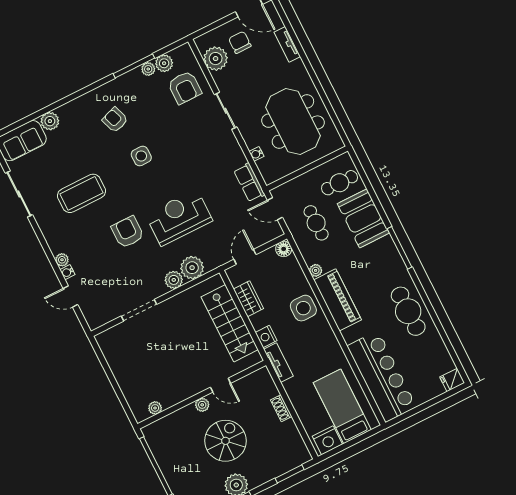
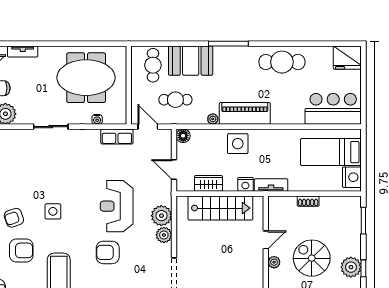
armchair: (185, 88) -> (21, 250), moved
door: (275, 209) -> (148, 127), swing flipped
bar counter: (382, 376) -> (333, 109), width x0.73
fridge: (452, 380) -> (347, 58), width x1.88, depth x1.34

